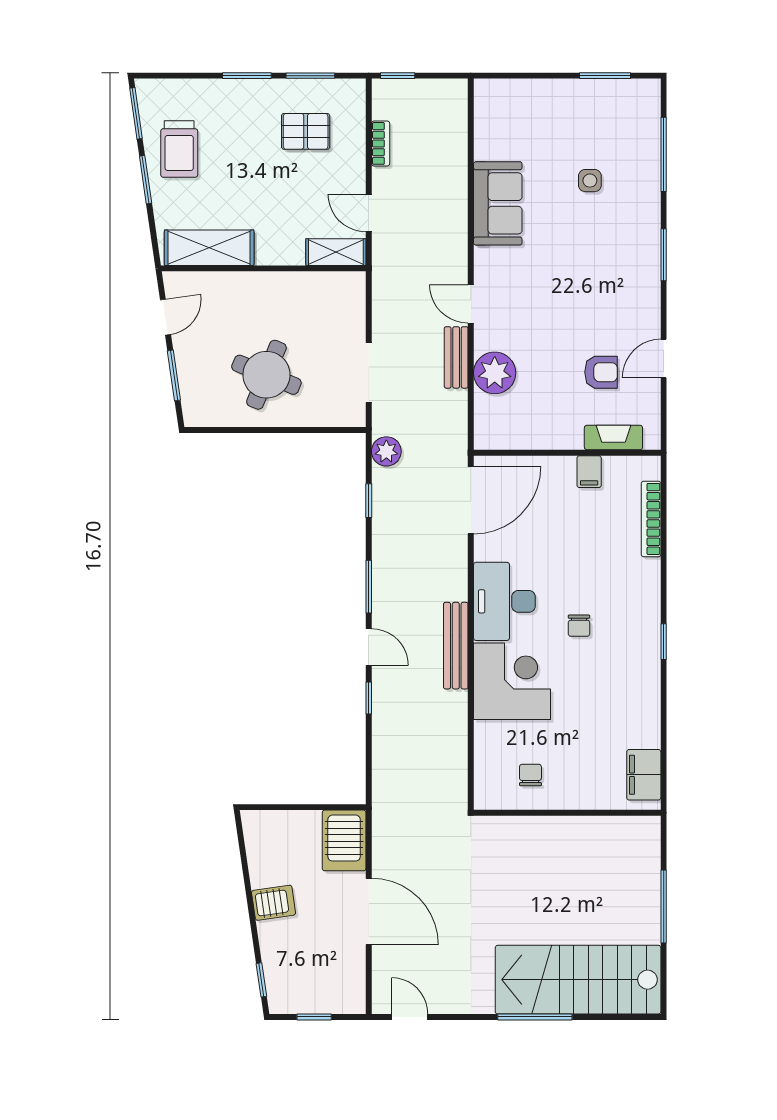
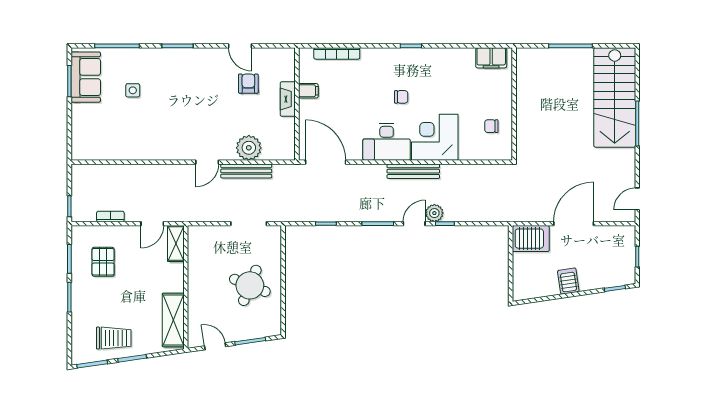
sofa: (498, 203) -> (86, 77), moved, turned 90
bench: (456, 357) -> (246, 171), width x1.36
fireplace: (613, 437) -> (288, 99), moved
plant: (386, 451) -> (434, 213), moved

